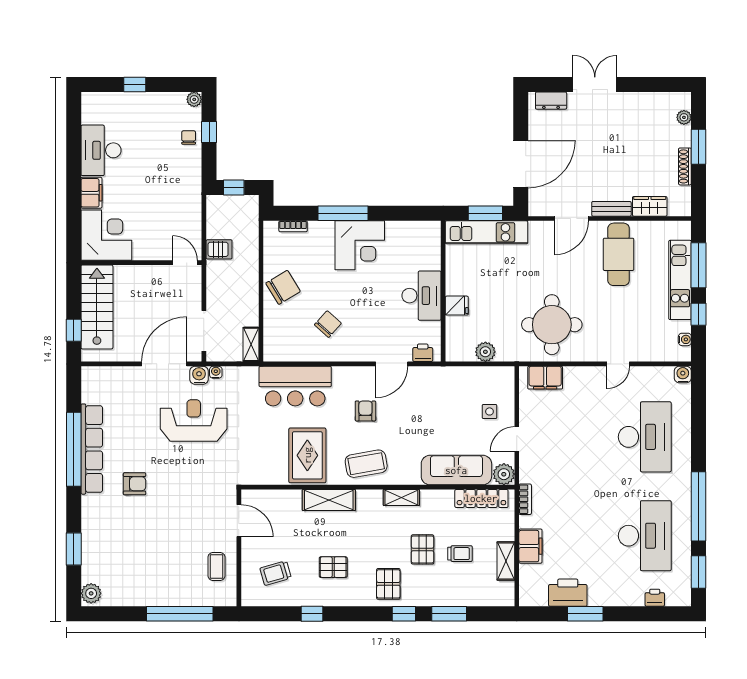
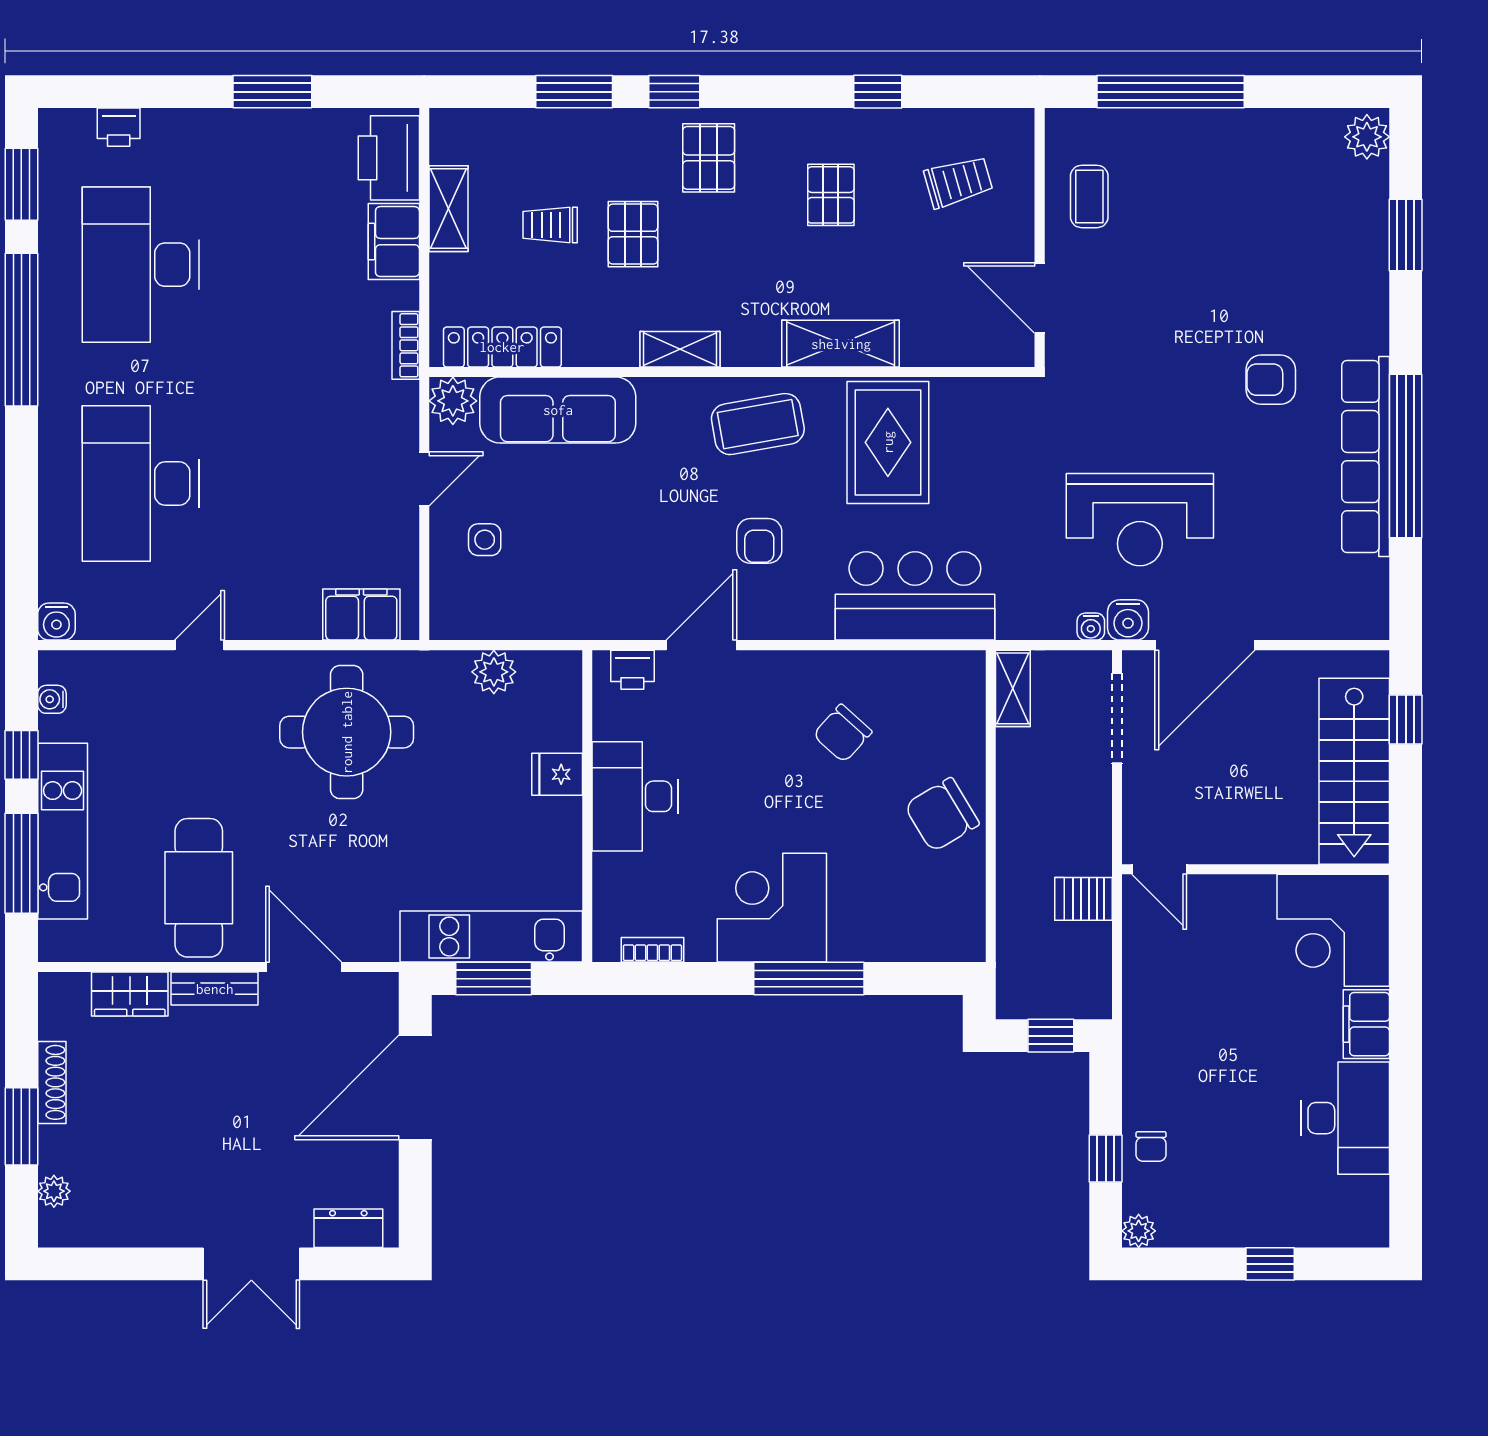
door: (571, 219) -> (304, 967), hinge flipped
bookcase: (293, 226) -> (652, 950), moved
pallet: (333, 567) -> (831, 195), turned 90
printer: (568, 593) -> (389, 158), moved, turned 90

